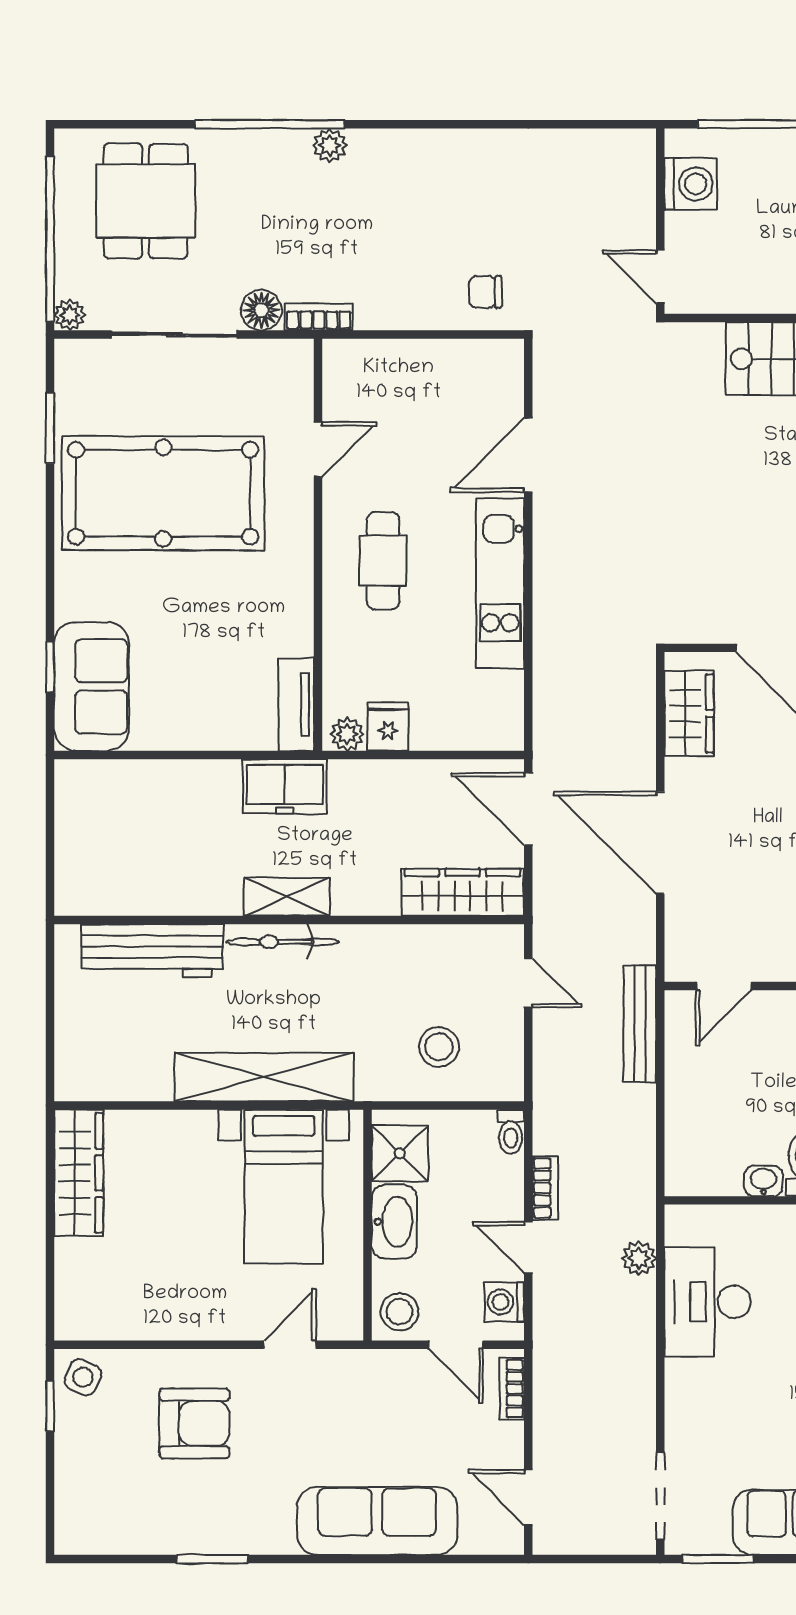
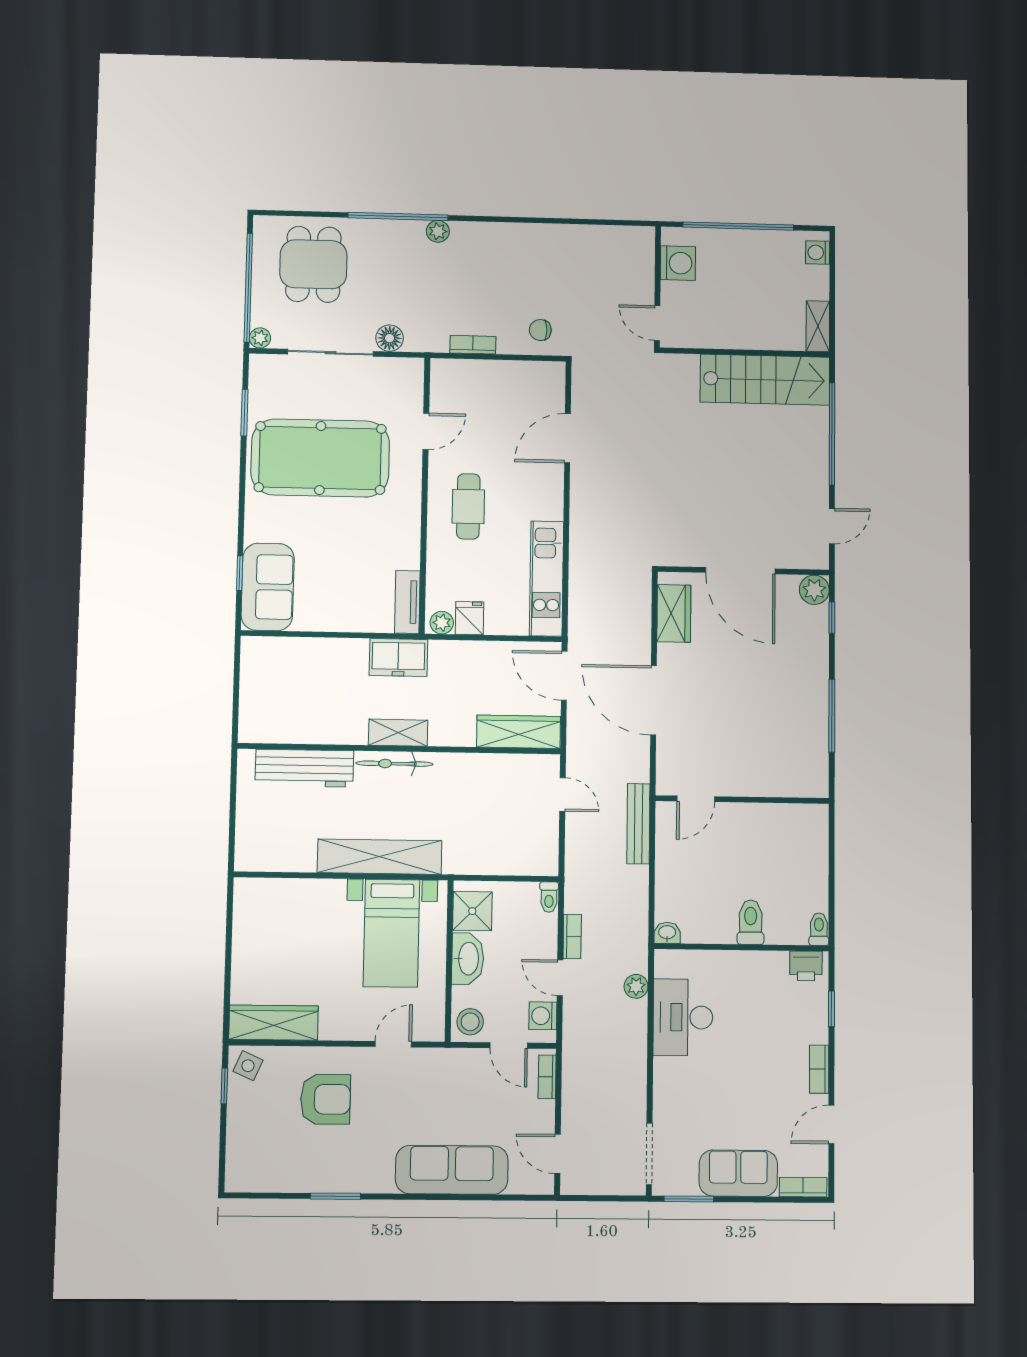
bookcase: (319, 317) -> (473, 345), moved
kitchen unit: (500, 583) -> (546, 579), moved
stool: (439, 1047) -> (501, 838), removed
wardrobe: (79, 1173) -> (273, 1023), moved, turned -90
washbasin: (763, 1181) -> (667, 933), moved

